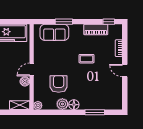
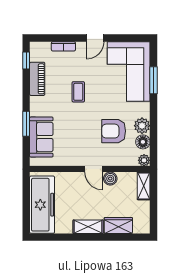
corner sofa: (101, 95) -> (129, 71), added
floor lamp: (74, 105) -> (143, 142), moved

